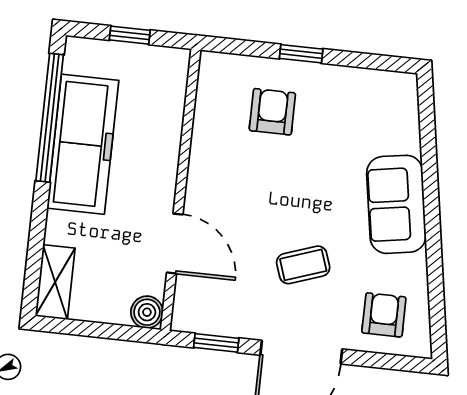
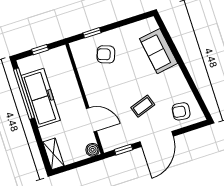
window: (301, 54) -> (92, 33), moved
armchair: (272, 112) -> (106, 54), turned -70
sofa: (396, 204) -> (159, 51), moved
armchair: (384, 315) -> (181, 111), turned -83

